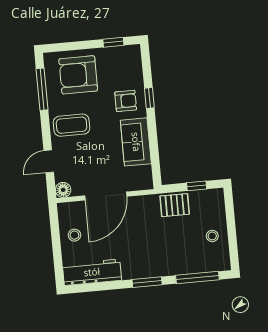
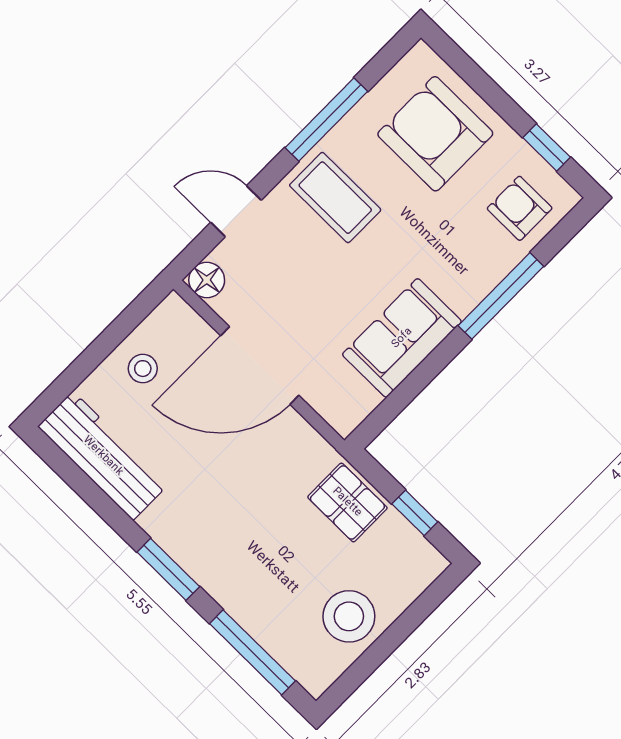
window: (42, 89) -> (326, 120), moved
window: (149, 98) -> (501, 296), width x2.17
armchair: (126, 101) -> (520, 208), moved, turned 180
stool: (212, 236) -> (349, 616), width x1.89, depth x1.89

